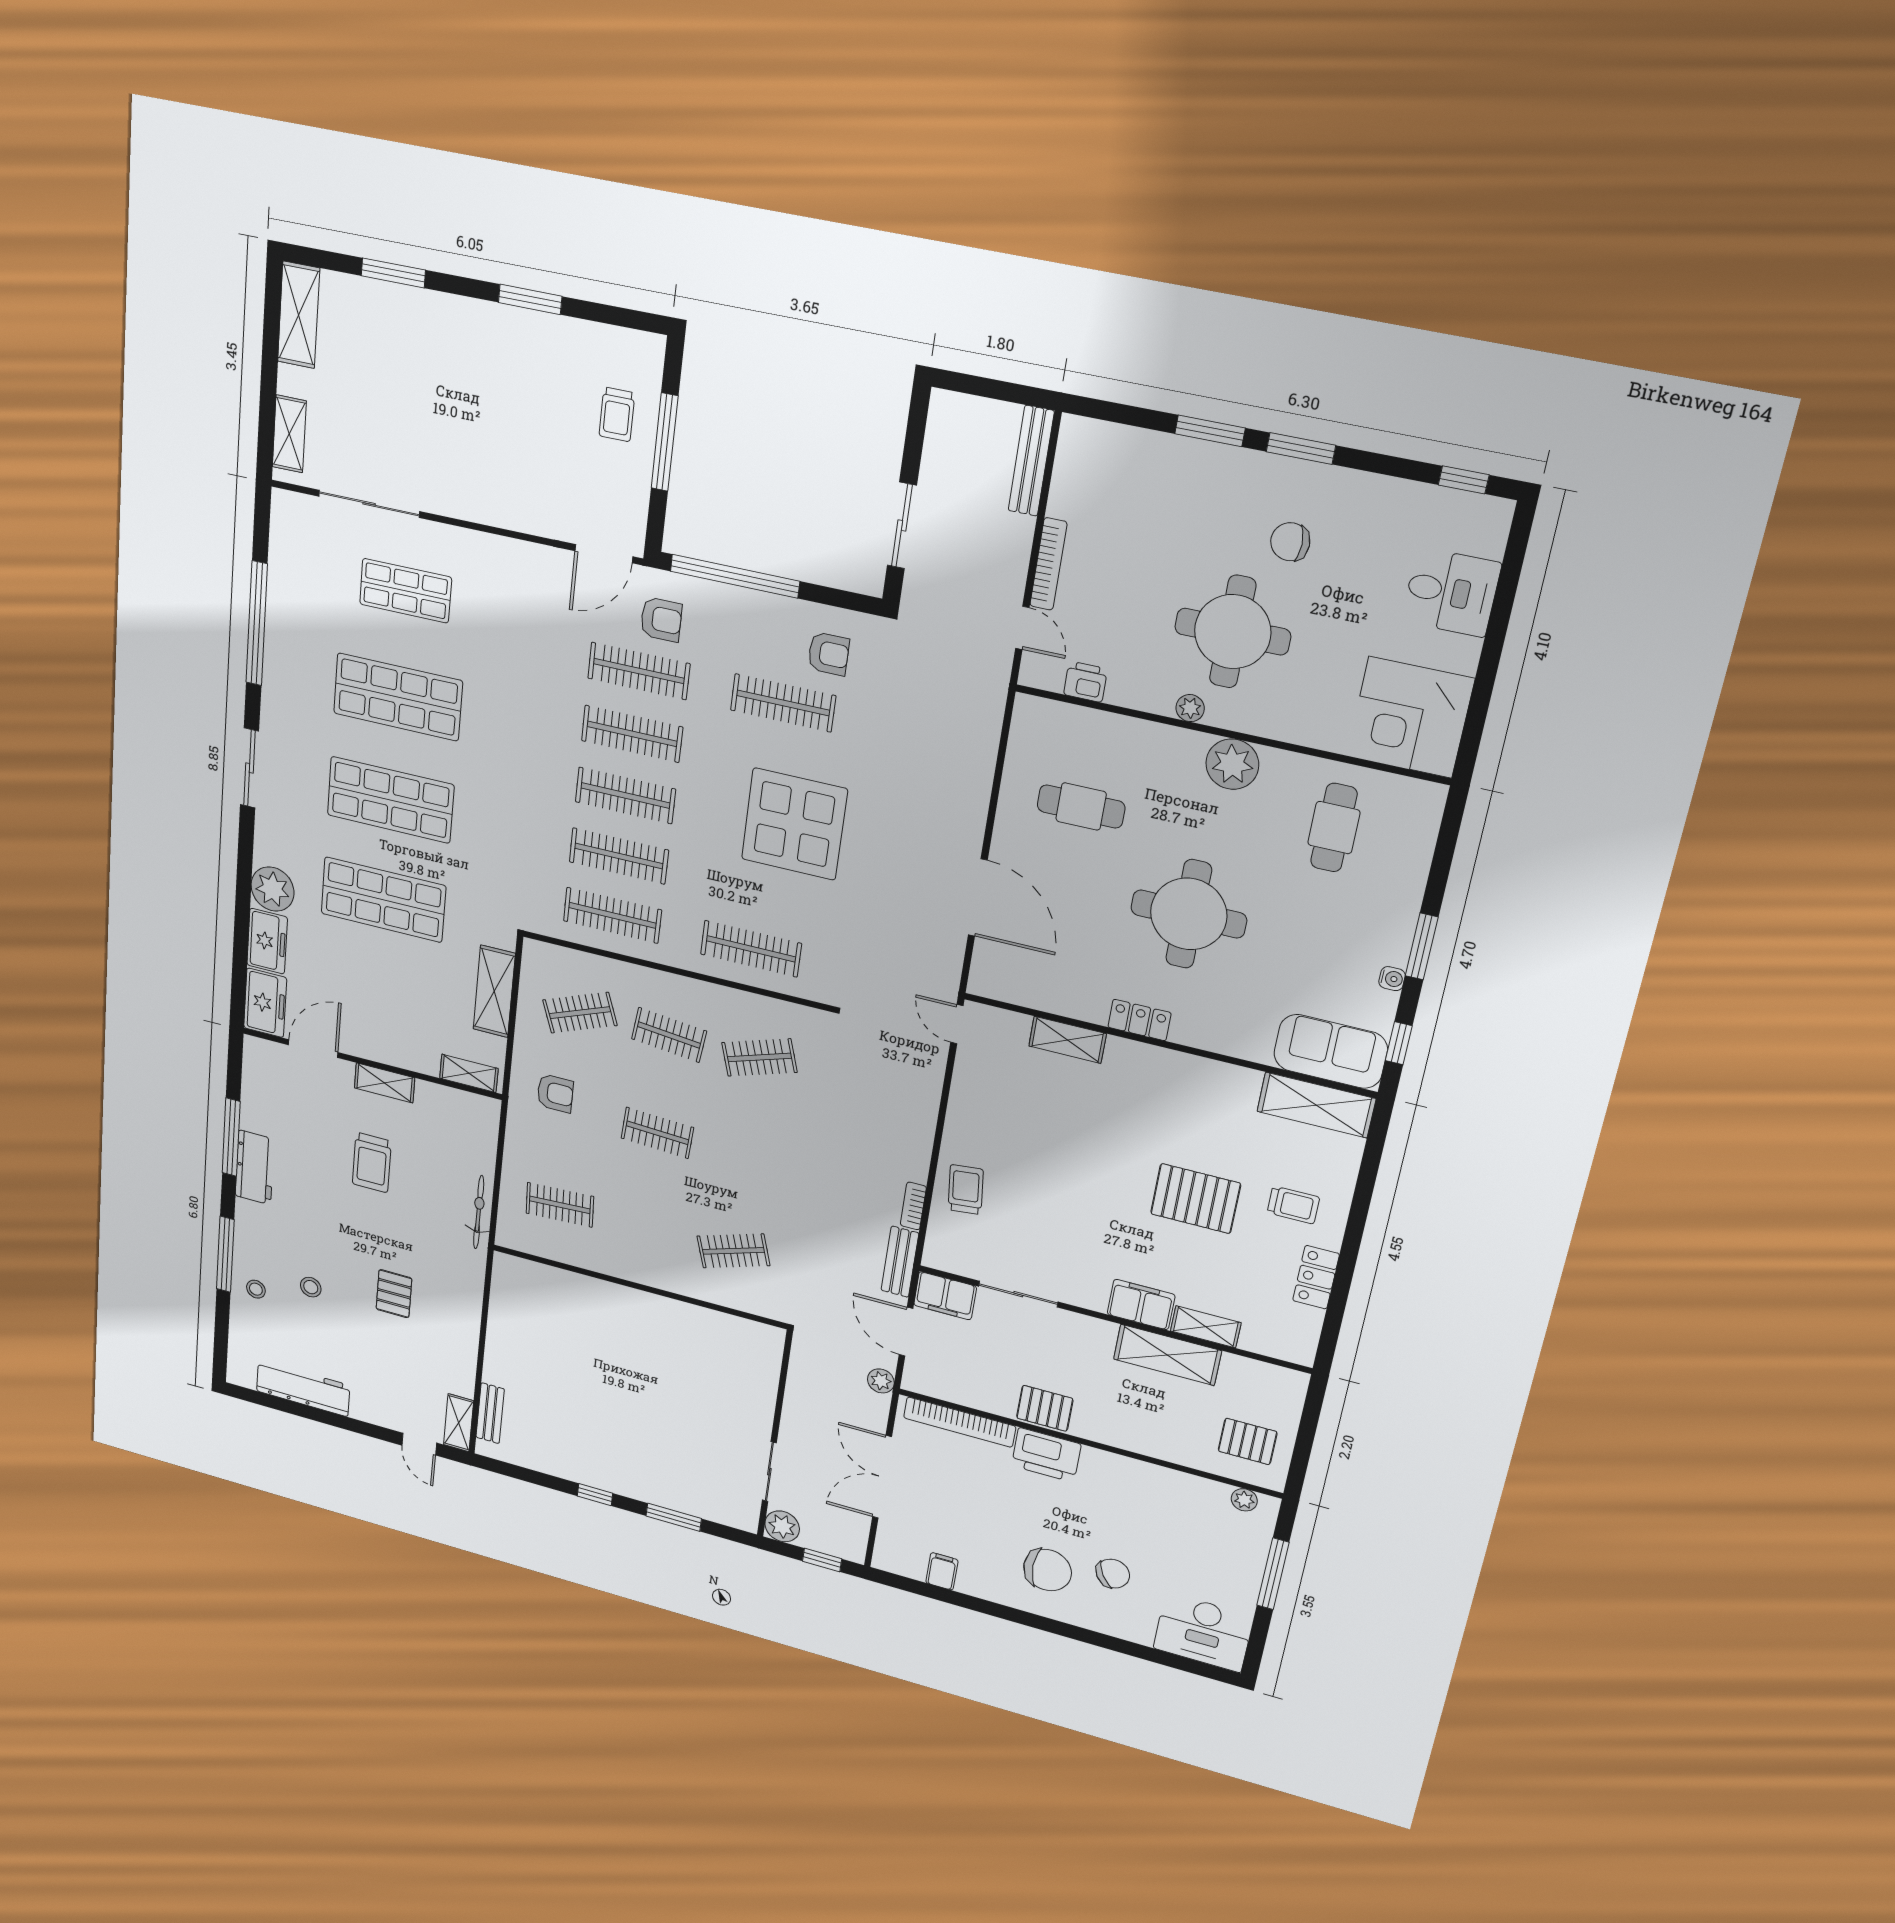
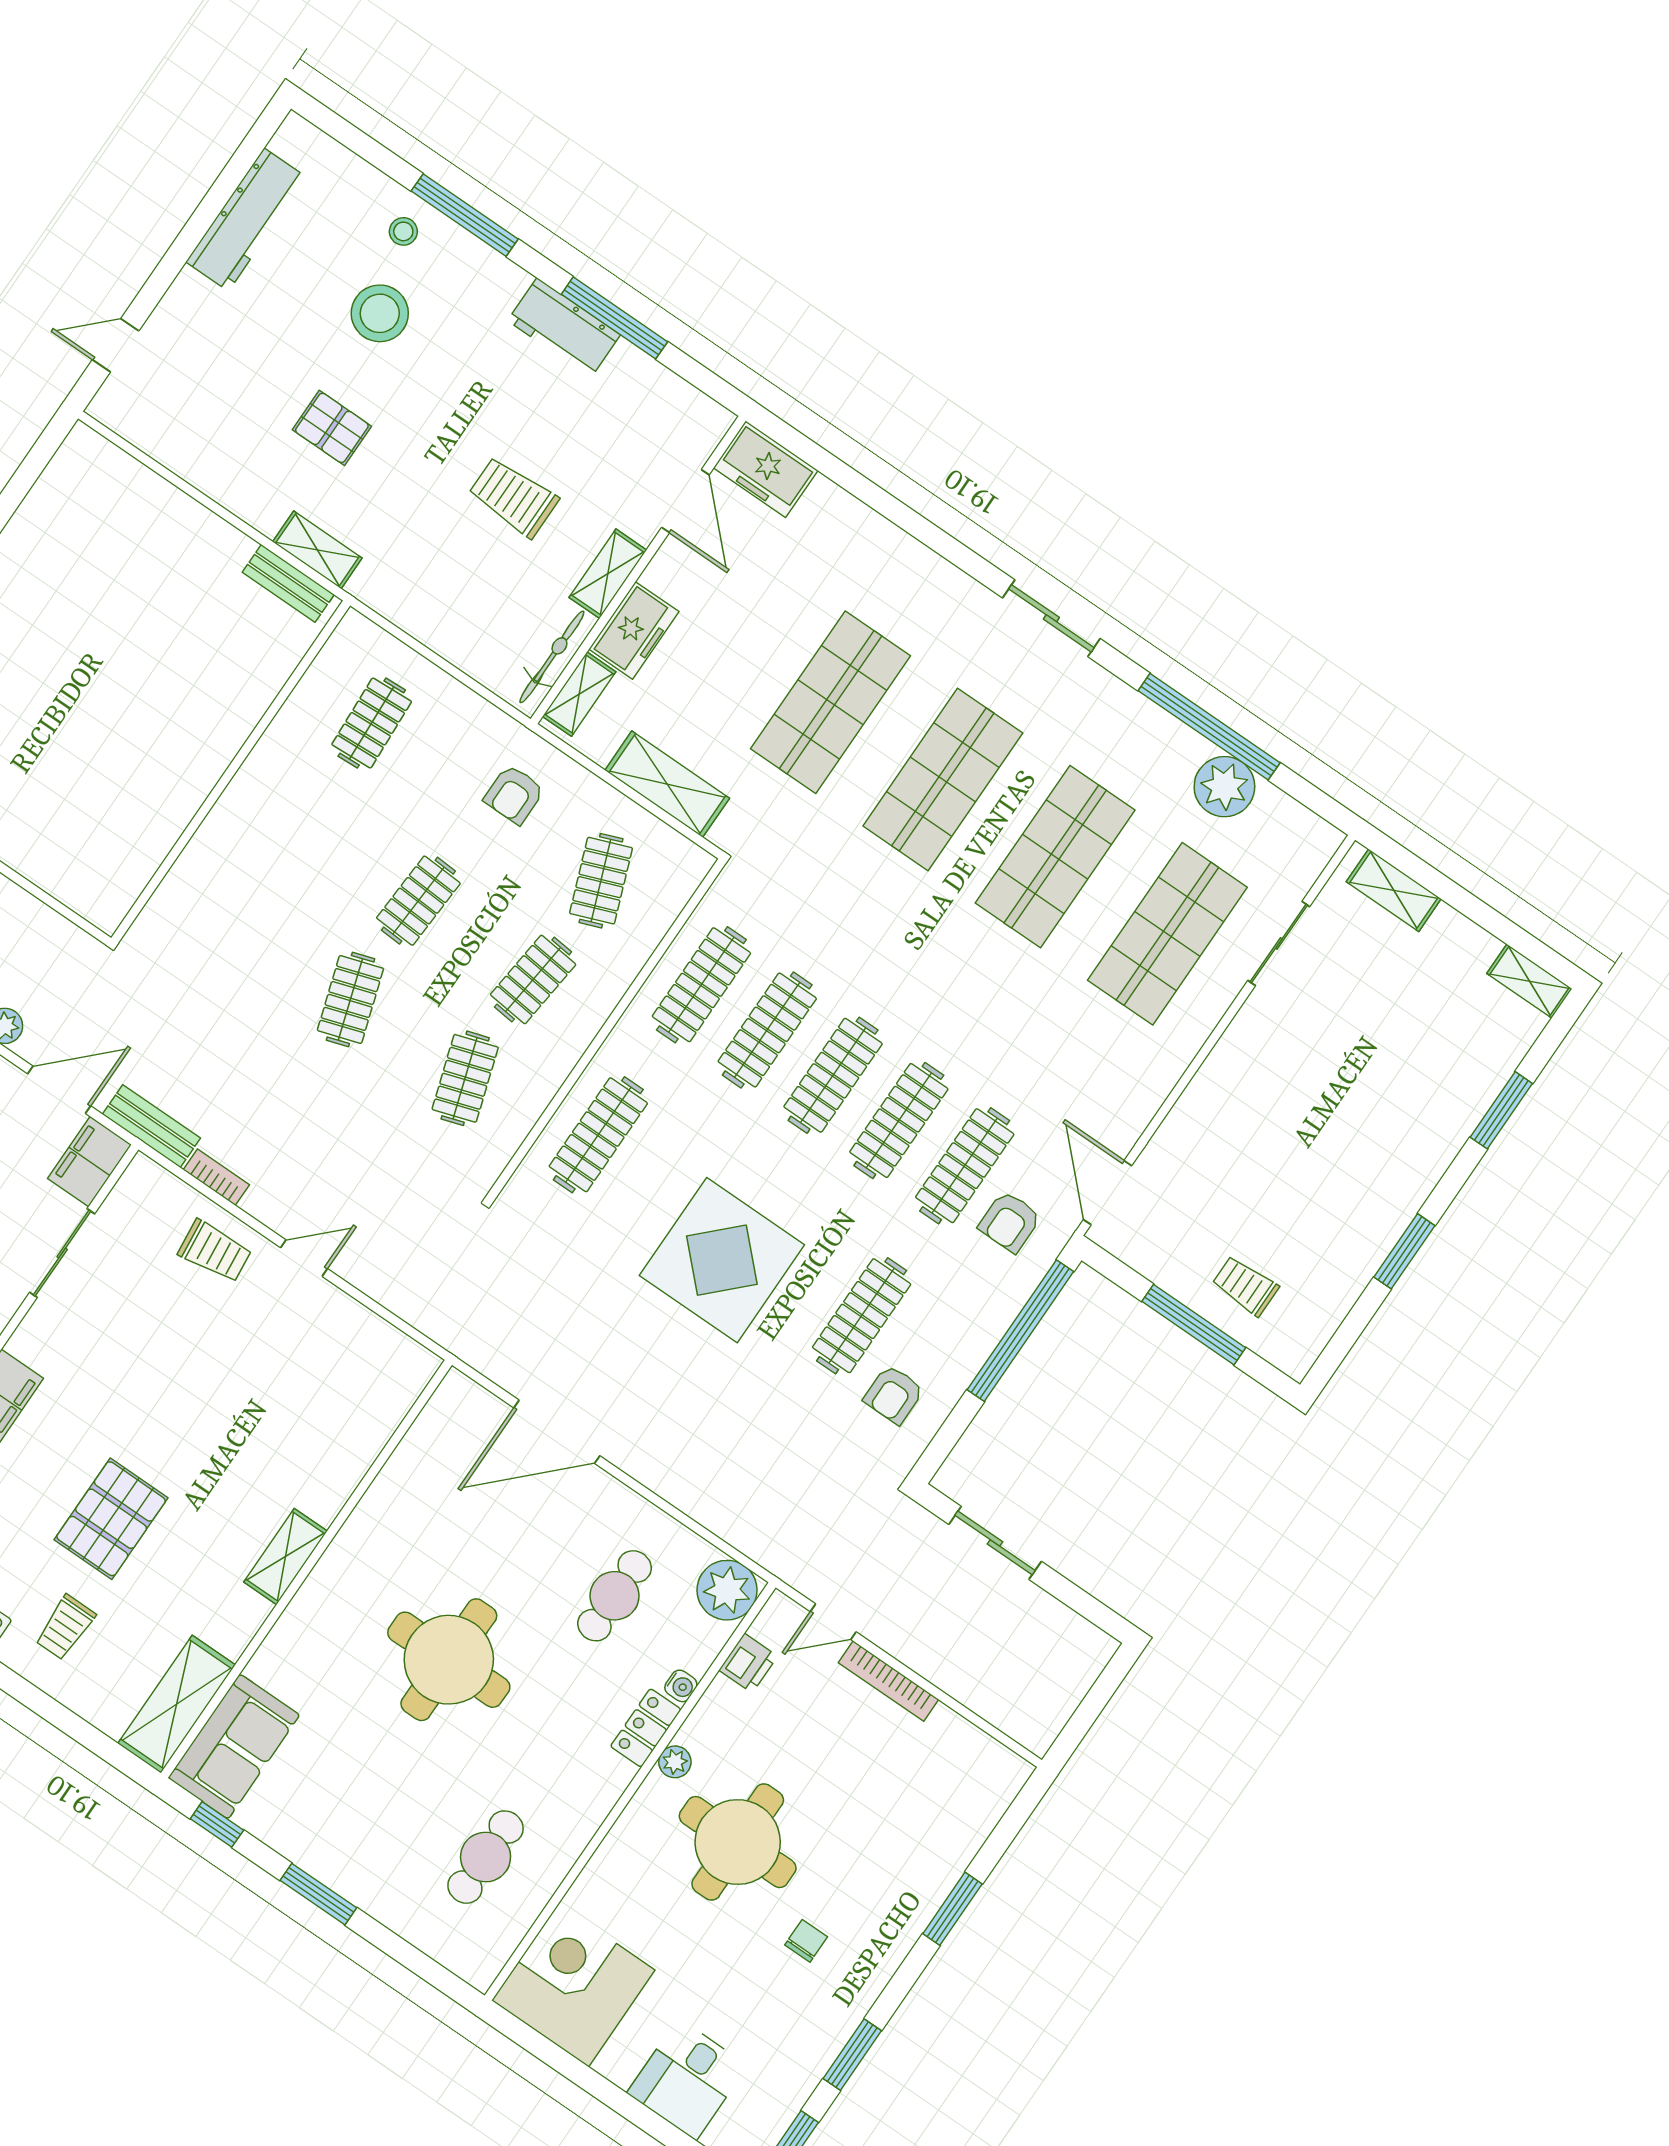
shelving: (299, 315) -> (1529, 981), width x0.67, depth x0.75
window: (1301, 448) -> (852, 2055), moved
bench: (1031, 461) -> (1002, 1712), removed
sliding door: (369, 504) -> (1279, 944), width x0.73
chair: (1290, 542) -> (806, 1941), width x0.73, depth x0.73
shop shelf: (405, 591) -> (1167, 934), width x1.43, depth x1.36
plant: (1232, 764) -> (727, 1590), moved
cafe table: (1334, 828) -> (486, 1857), turned 90
plant: (273, 889) -> (1224, 787), moved
freezer: (267, 941) -> (634, 630), moved, turned -90
water cooler: (1392, 979) -> (681, 1686), moved, turned -90
locker: (1139, 1020) -> (646, 1728), moved, turned 180
door: (957, 1024) -> (304, 1258), moved
shelving: (1068, 1040) -> (285, 1557), moved
bicycle: (479, 1212) -> (552, 657), moved, turned -90
clothes rail: (733, 1251) -> (350, 999), moved
stool: (311, 1287) -> (380, 313), width x1.89, depth x1.89
bench: (490, 1413) -> (288, 583), moved
shelving: (459, 1423) -> (317, 550), moved

